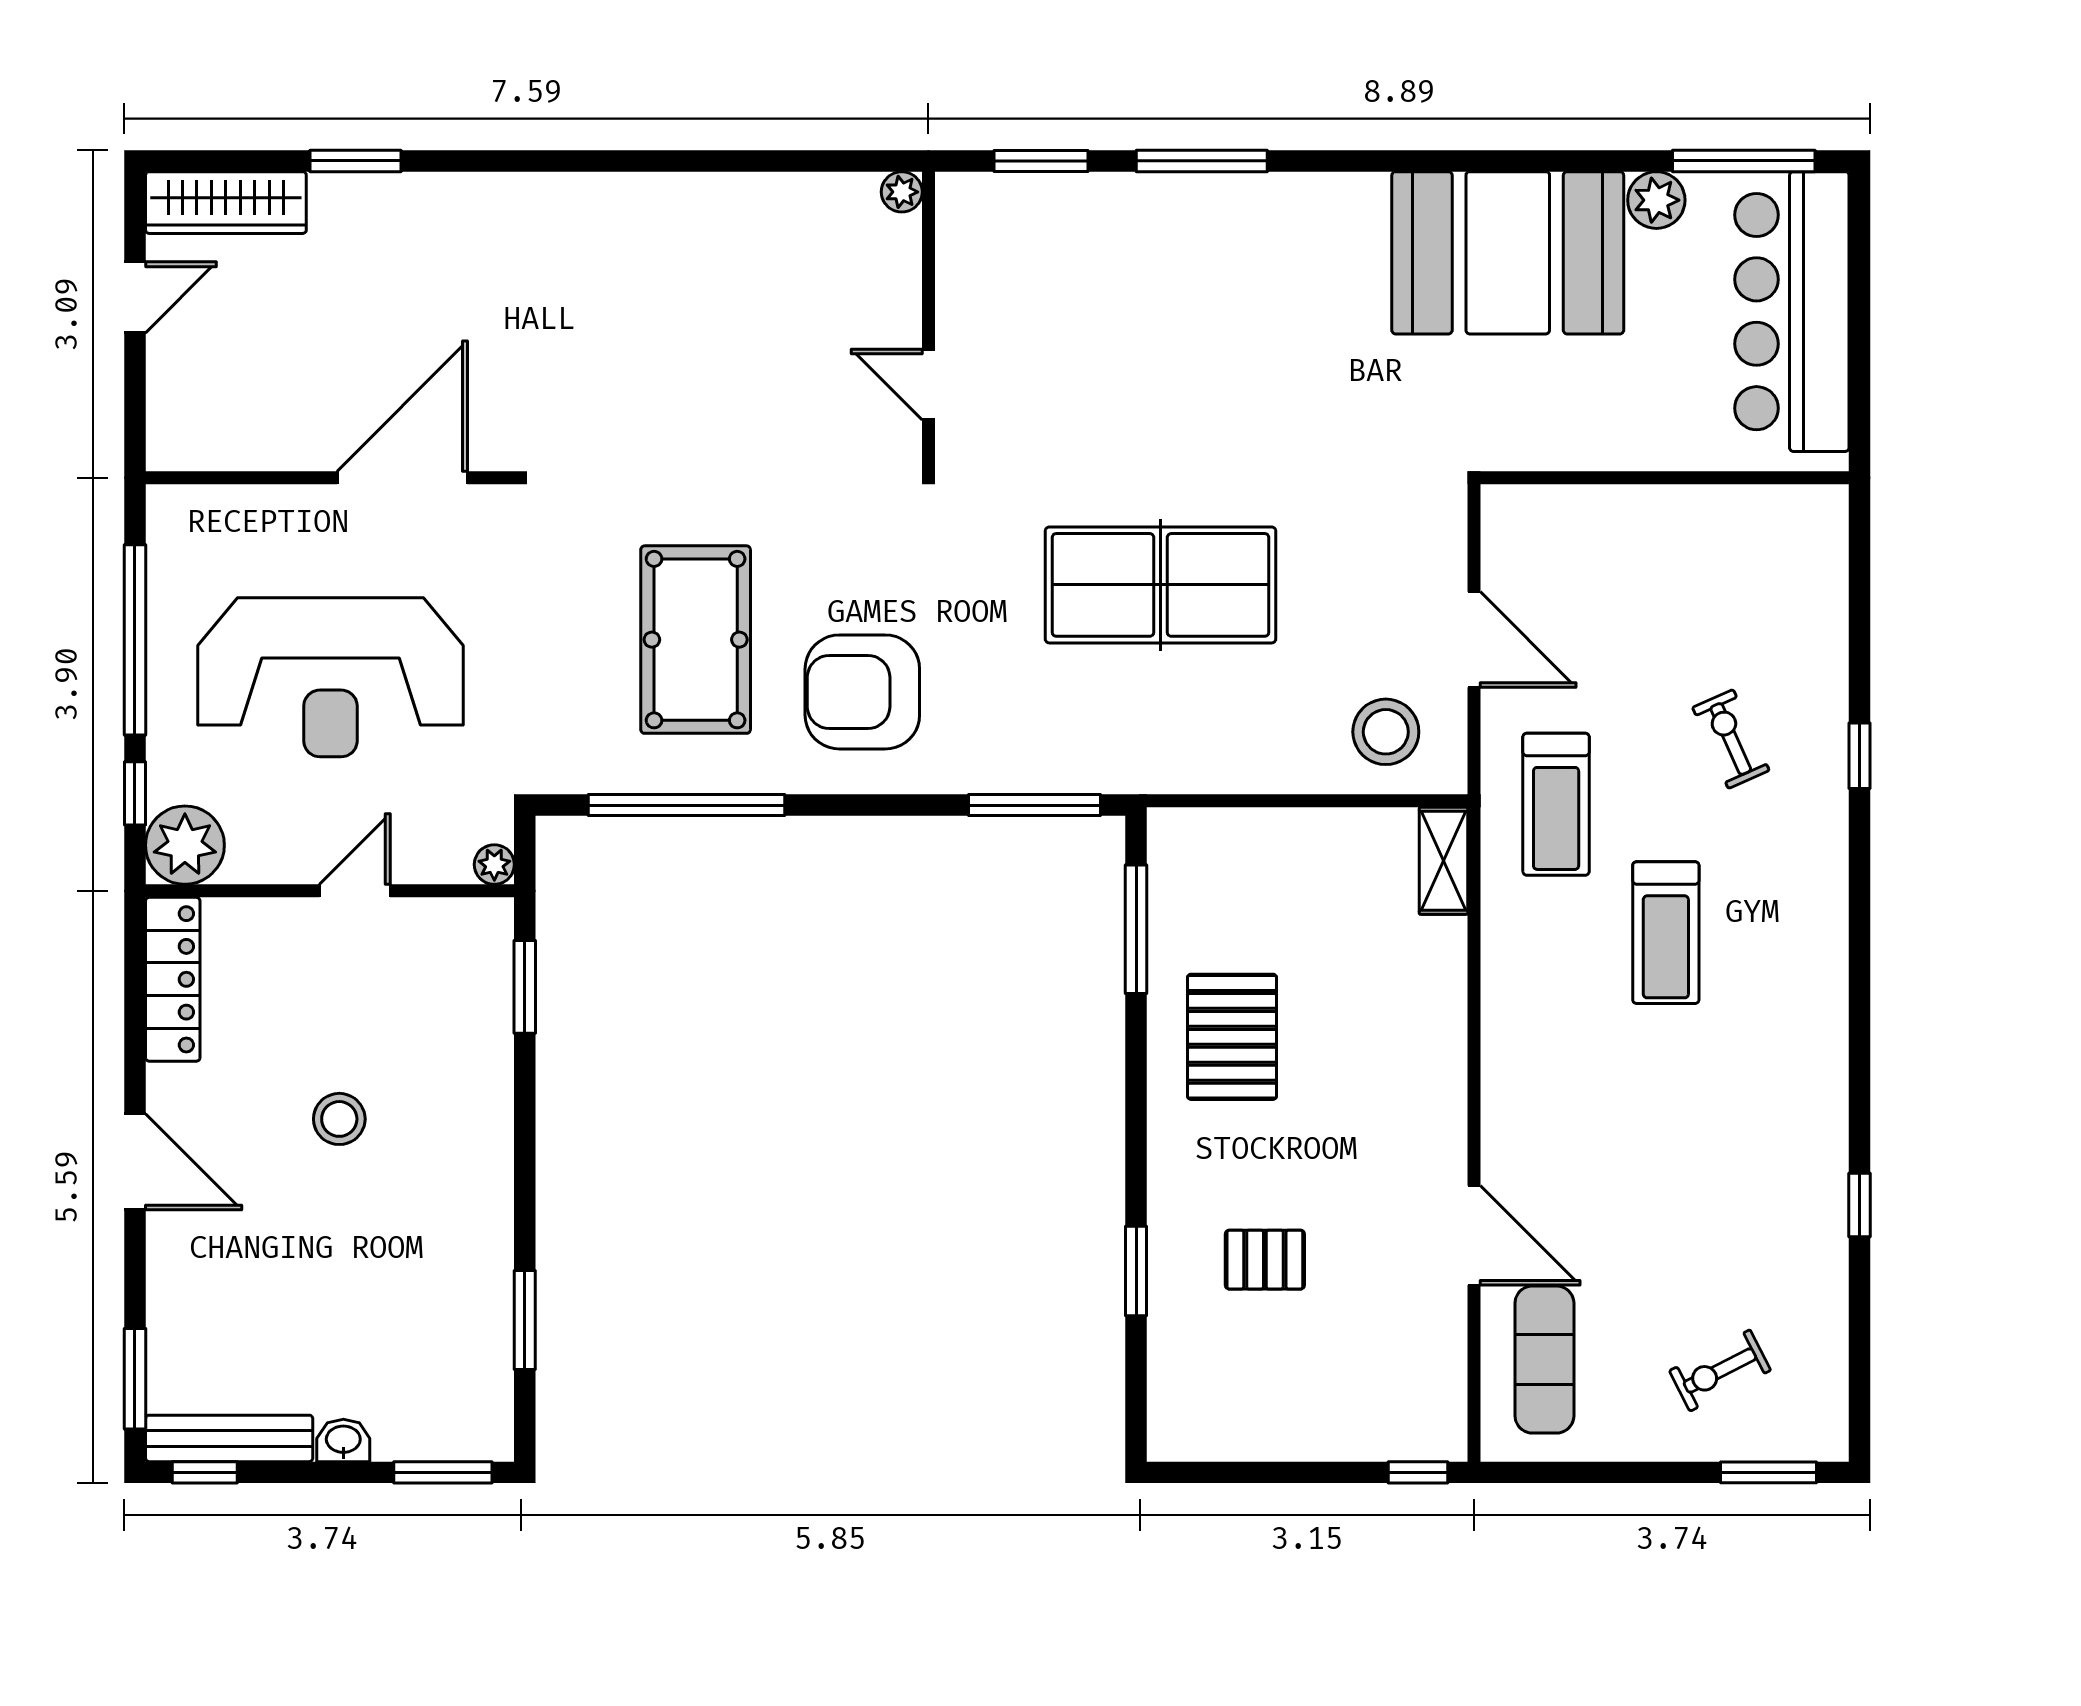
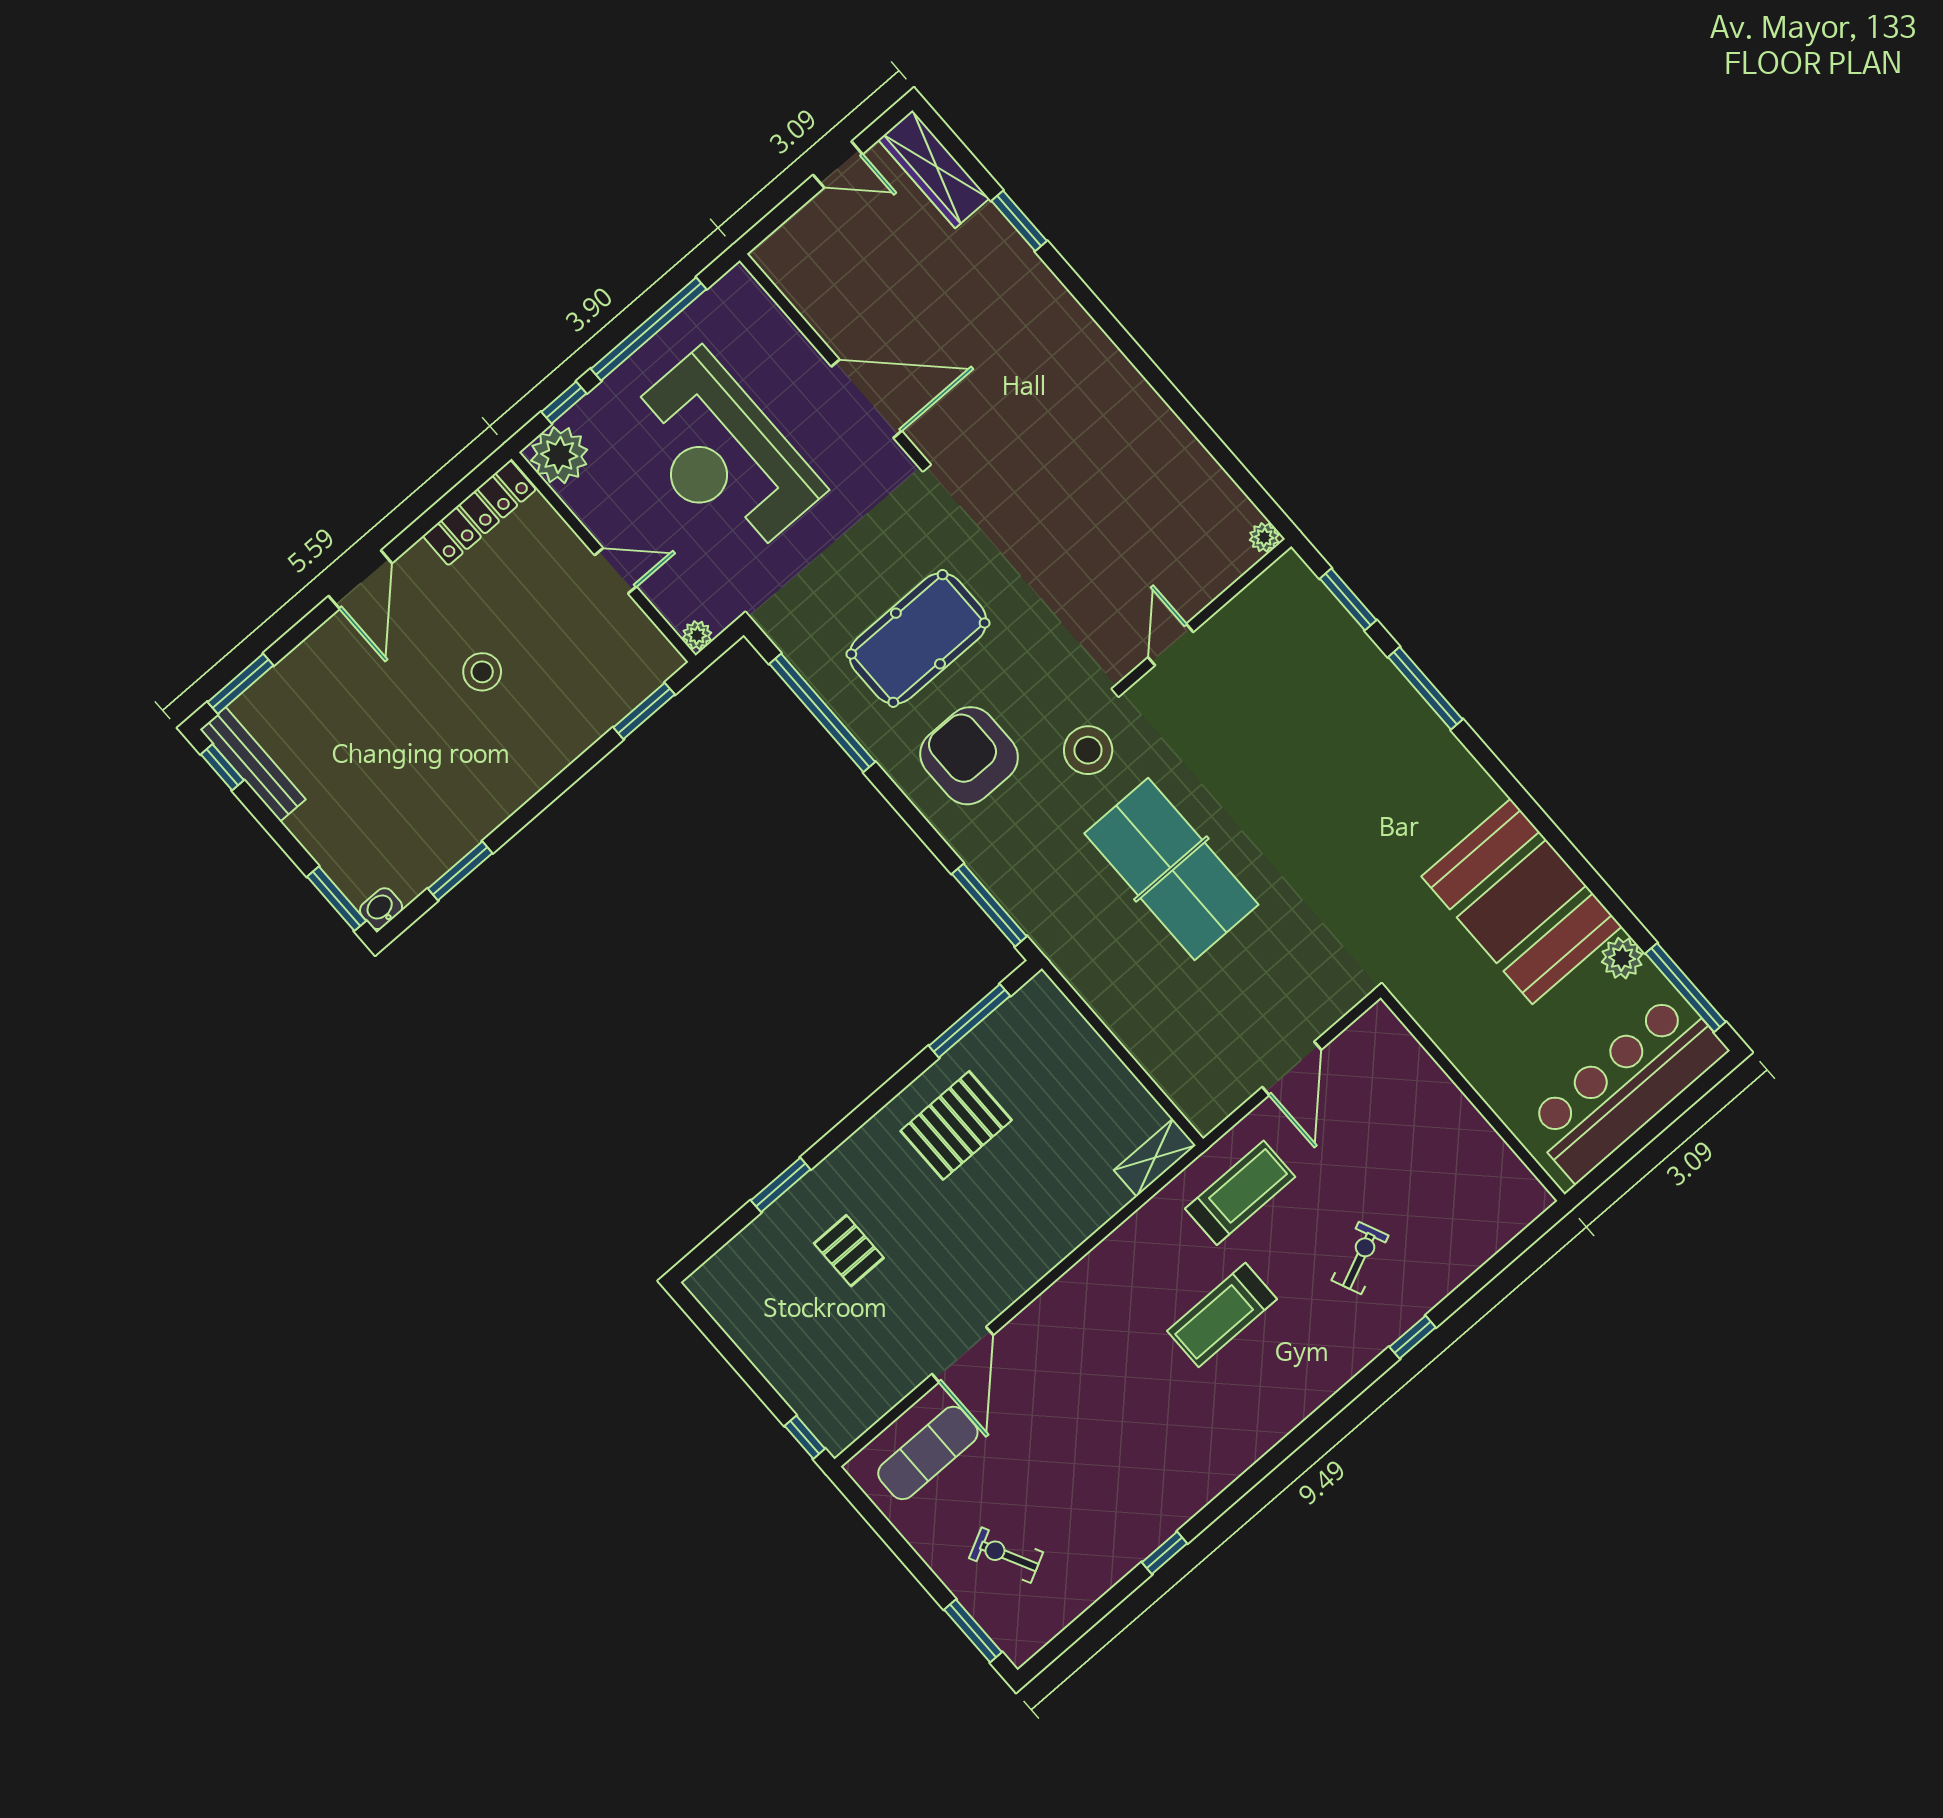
stool: (1386, 732) -> (1088, 750), moved
treadmill: (1556, 804) -> (1240, 1193), turned 180
washbasin: (343, 1440) -> (381, 909), moved, turned -90

